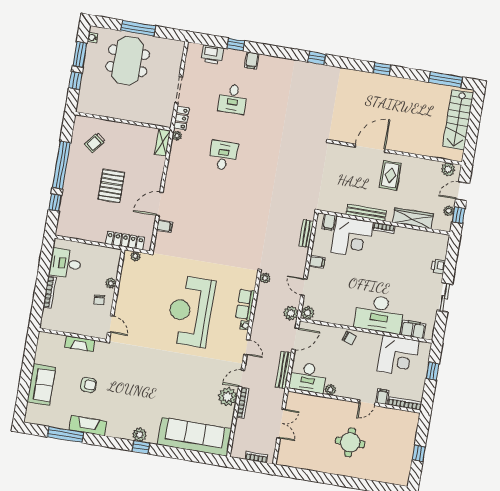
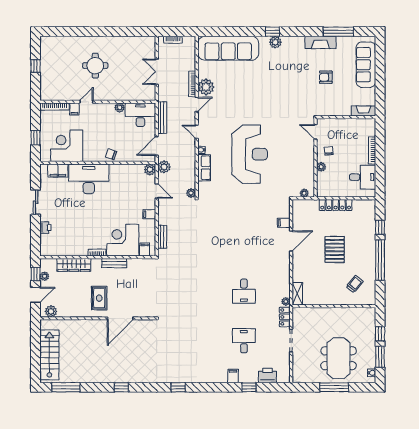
bench: (366, 213) -> (114, 263), width x0.73
locker: (125, 241) -> (336, 205), moved
fireplace: (80, 344) -> (363, 111), moved
sofa: (41, 385) -> (366, 65), width x1.36

